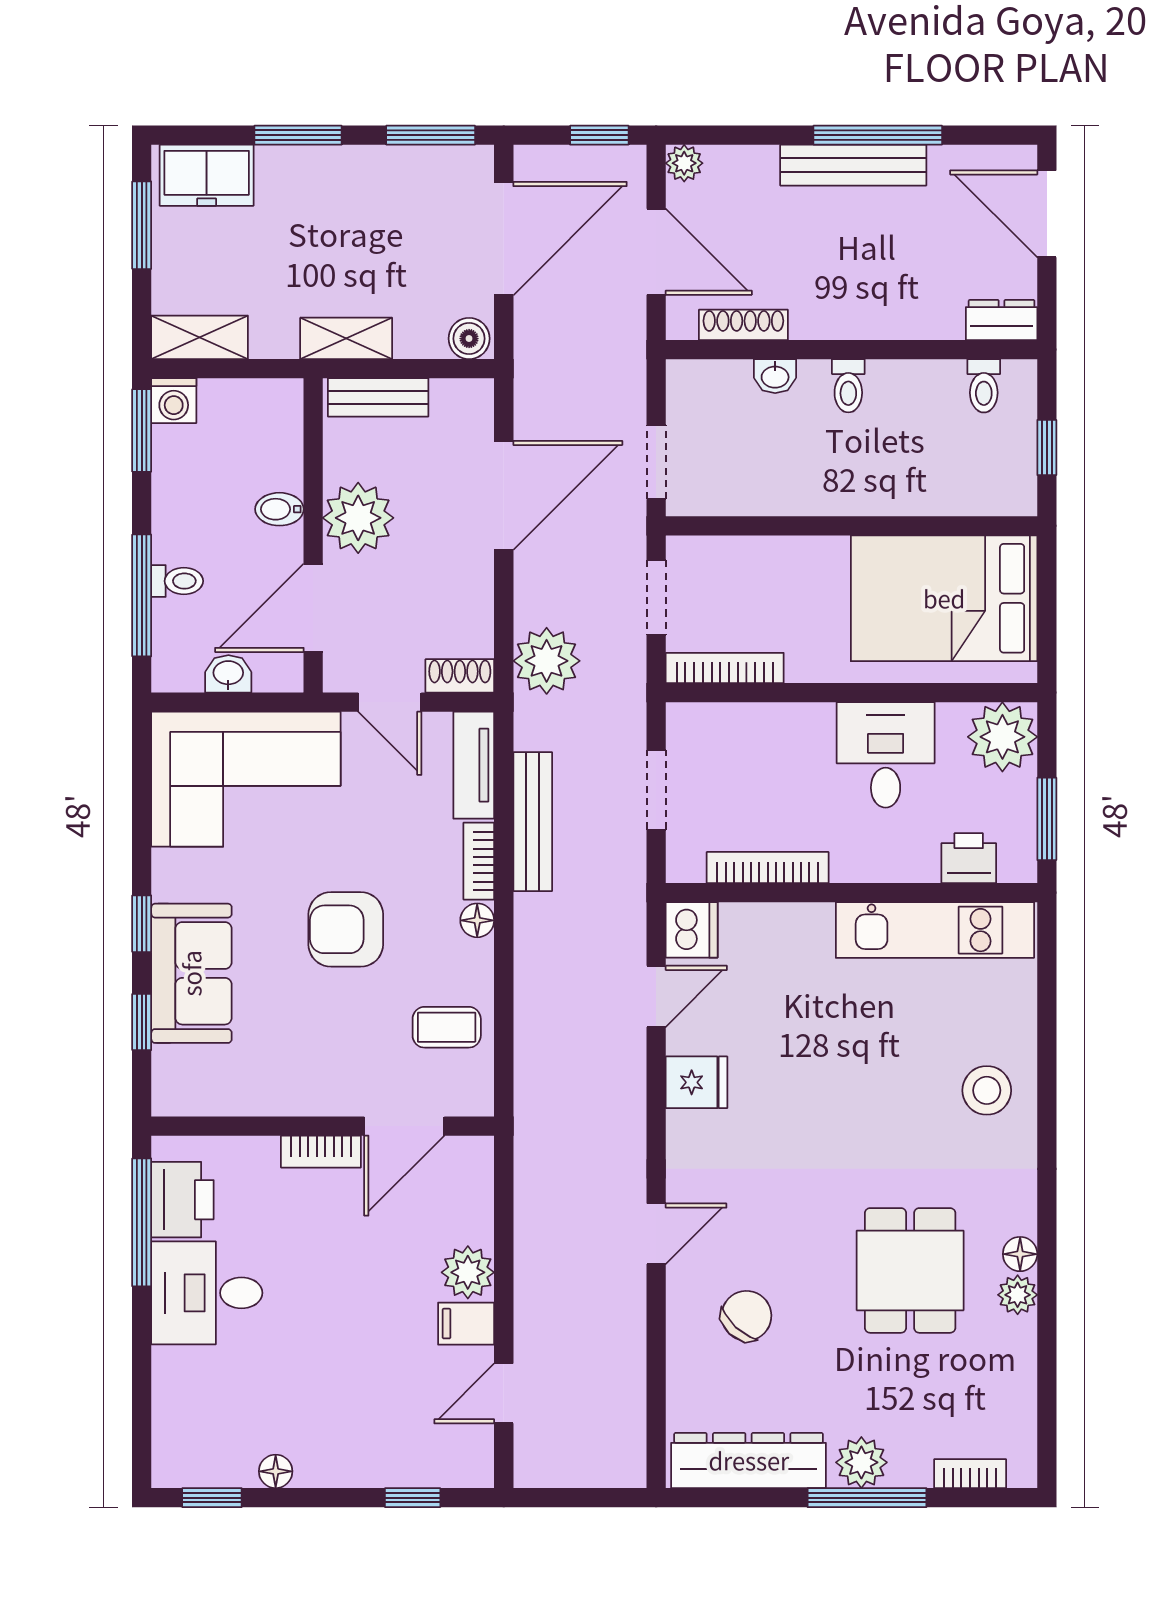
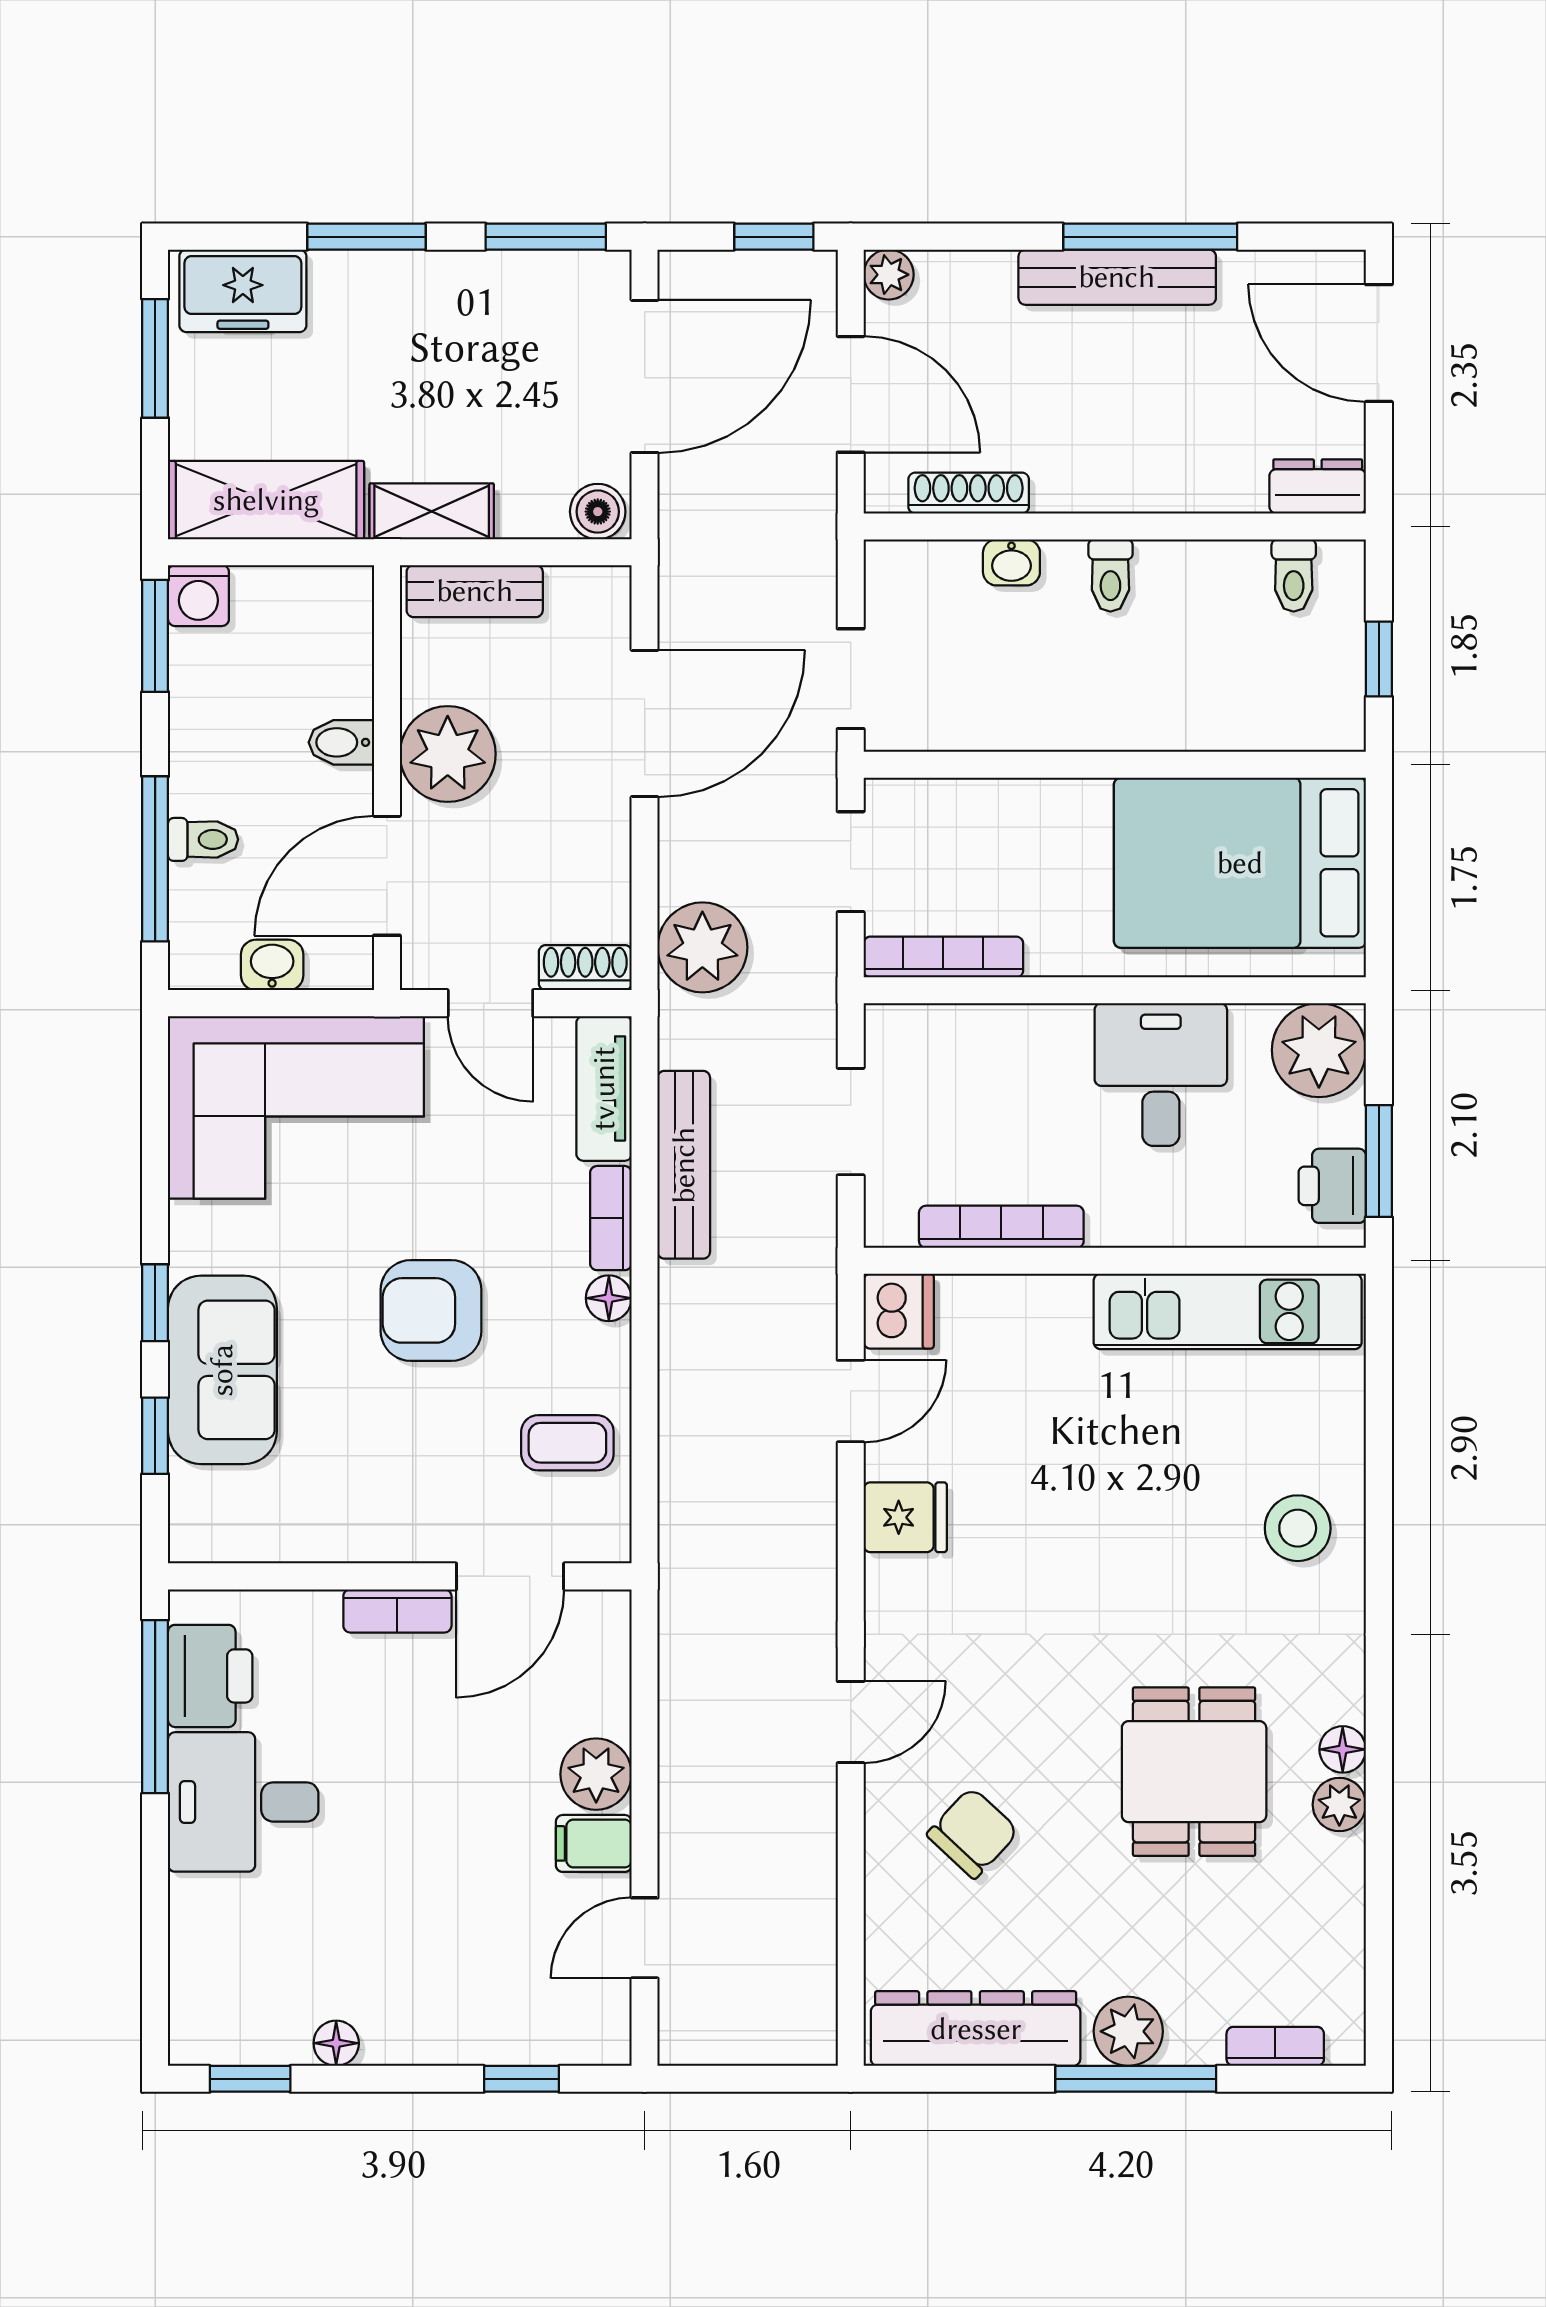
shelving: (200, 337) -> (266, 500), width x1.50, depth x1.33
printer: (969, 858) -> (1332, 1186), moved, turned -90

